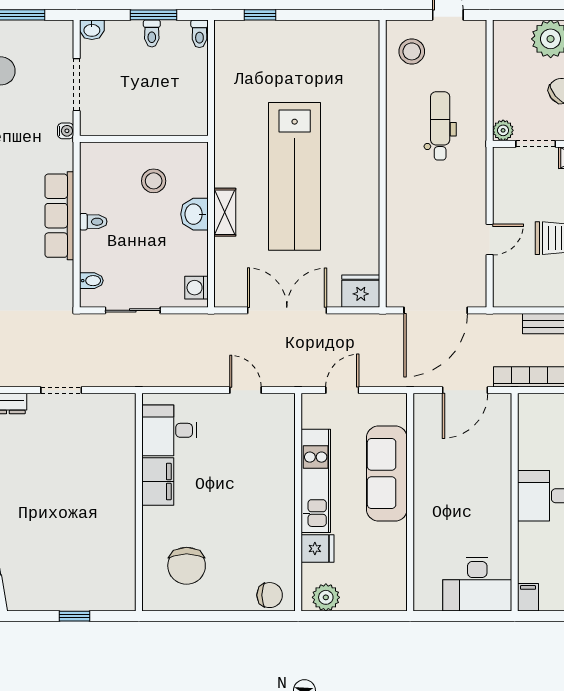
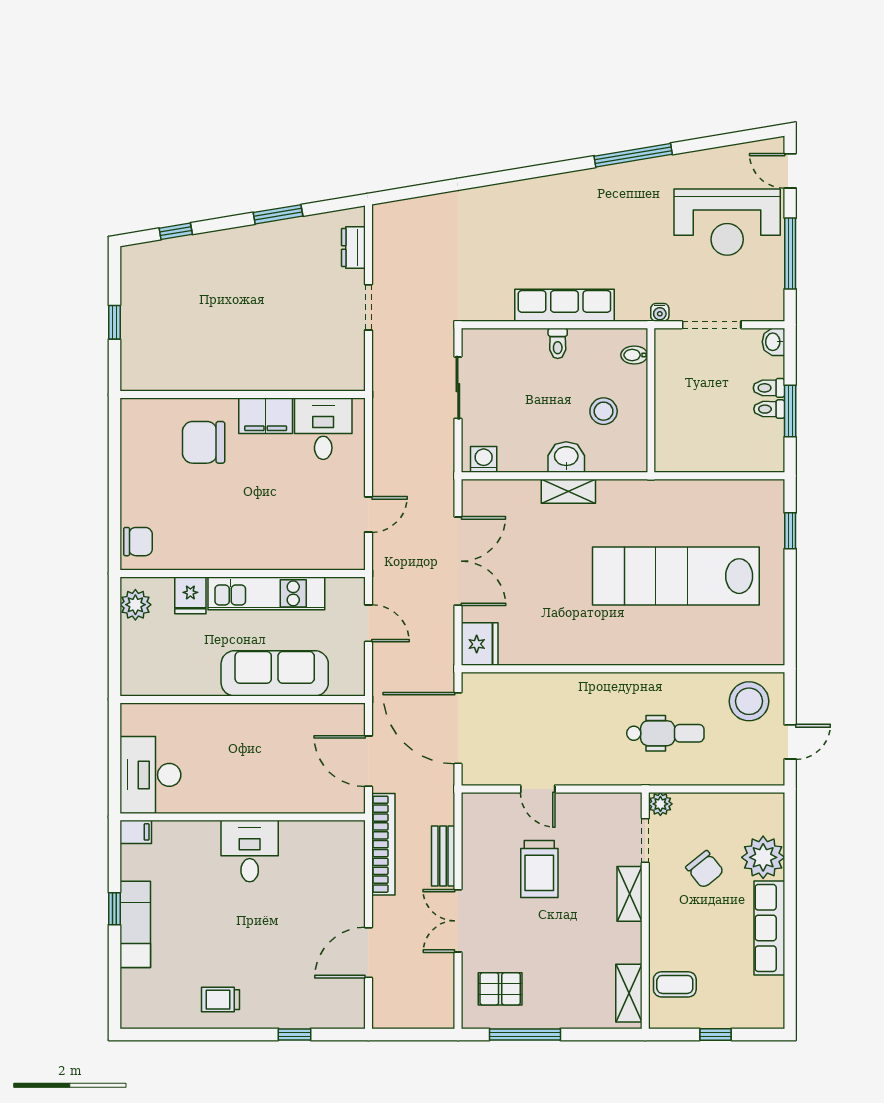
toilet: (199, 34) -> (769, 388), moved
stool: (412, 51) -> (749, 701), width x1.38, depth x1.38
lab bench: (295, 176) -> (676, 576), moved
bidet: (91, 281) -> (634, 355), moved, turned 90
chair: (187, 566) -> (204, 442), moved
chair: (270, 595) -> (138, 542), turned -90

